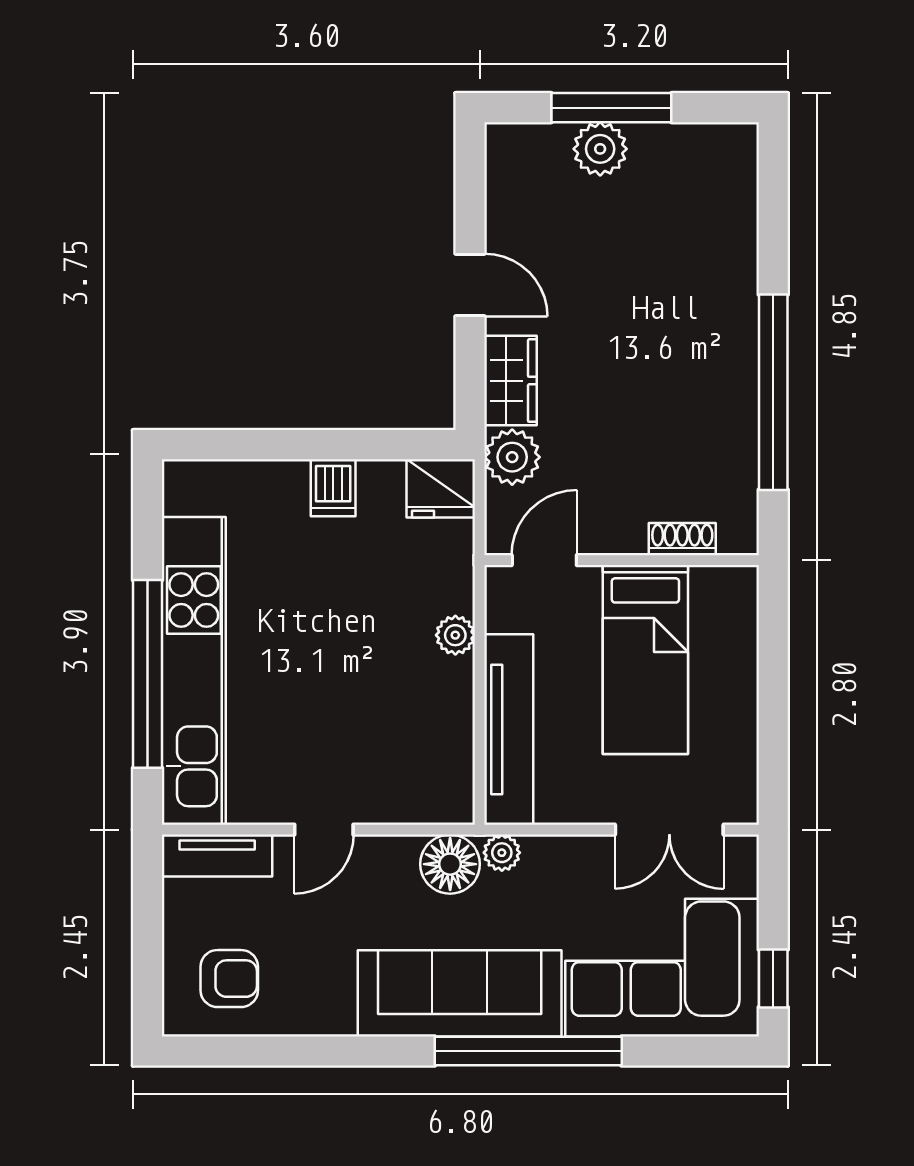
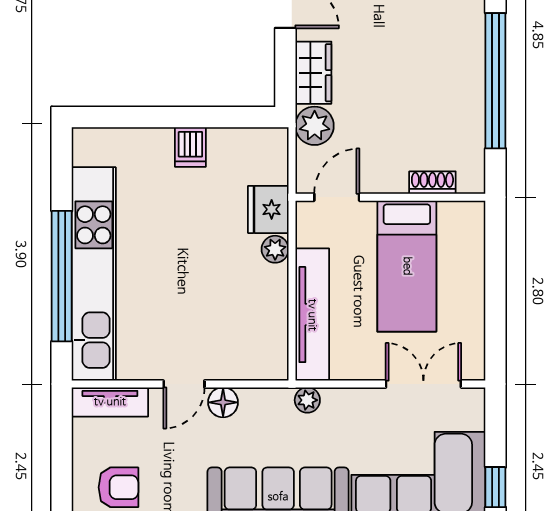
fridge: (441, 488) -> (268, 209), moved, turned 90
double door: (669, 830) -> (423, 384), swing flipped
floor lamp: (450, 864) -> (223, 402), moved, width x0.73, depth x0.73

